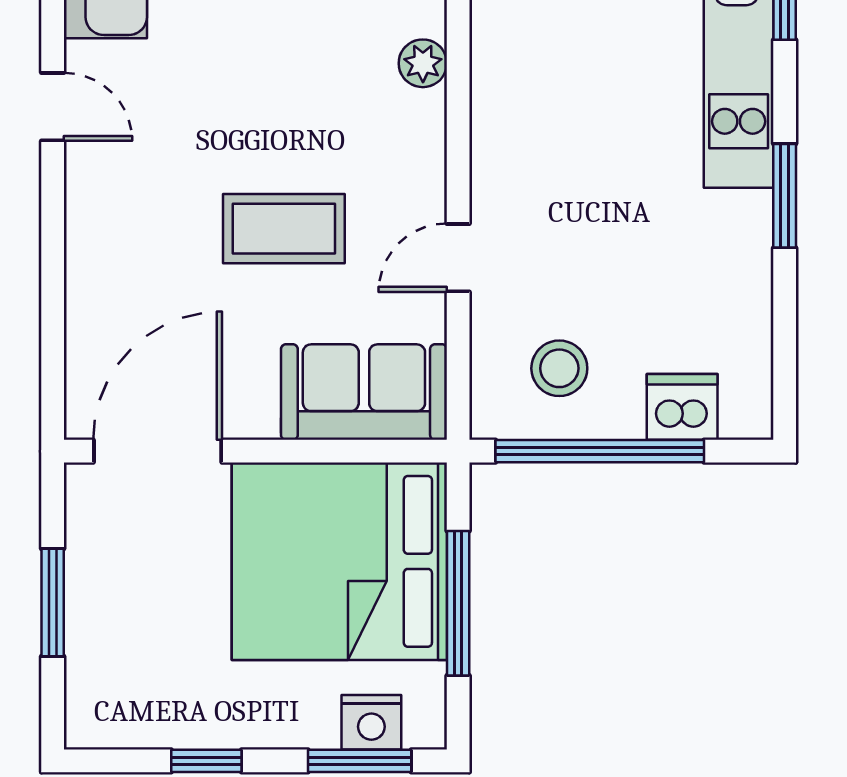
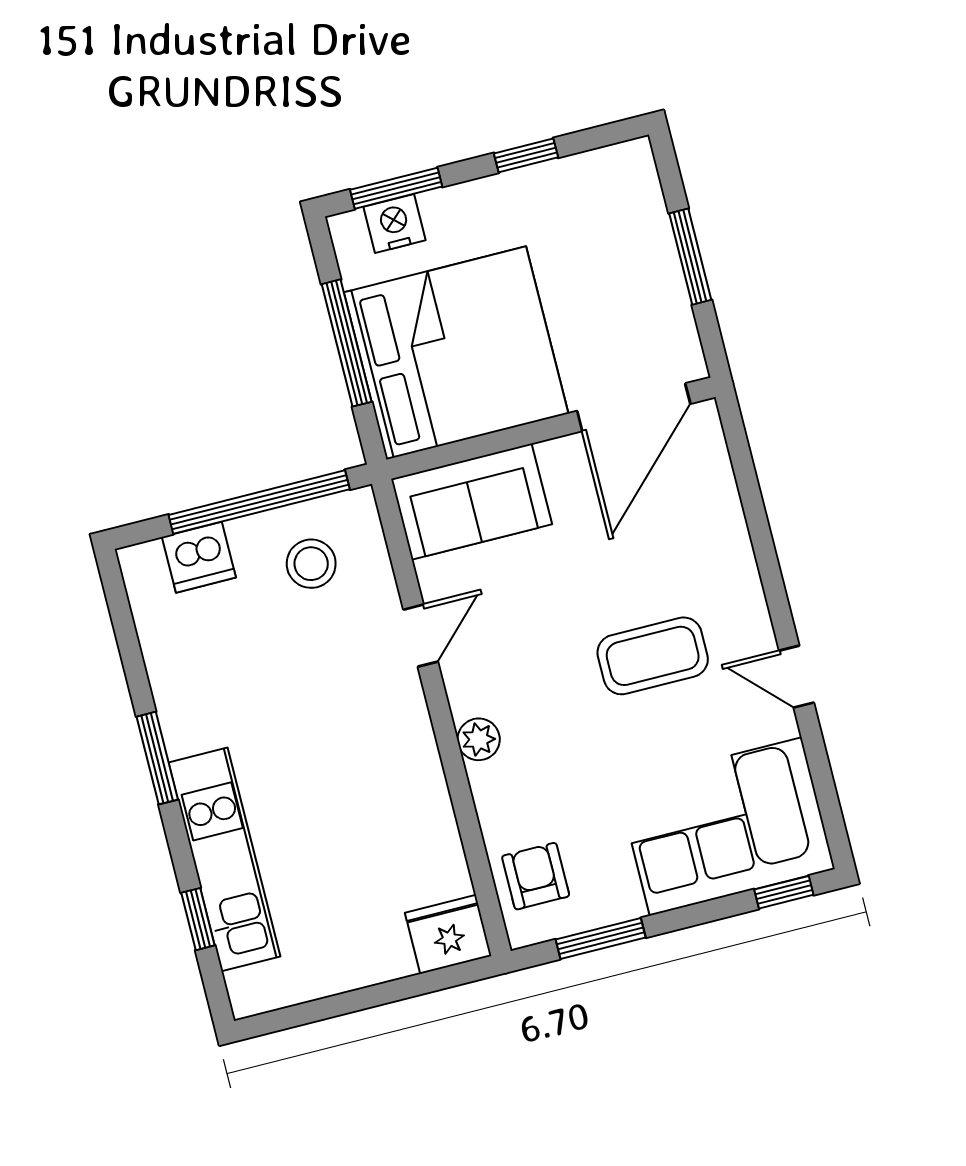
plant: (423, 63) -> (479, 739), moved
coffee table: (284, 229) -> (653, 656), moved

